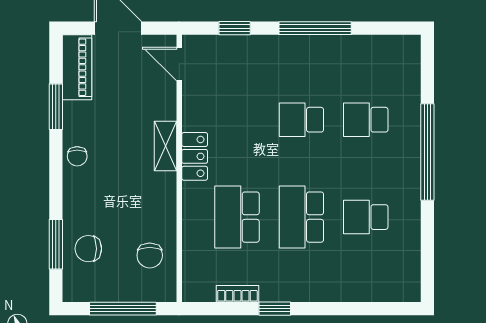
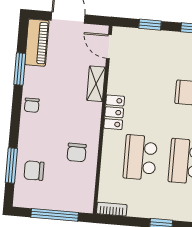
shelving: (165, 146) -> (96, 84), moved
chair: (150, 255) -> (77, 152), moved
bookcase: (237, 294) -> (112, 209), moved

